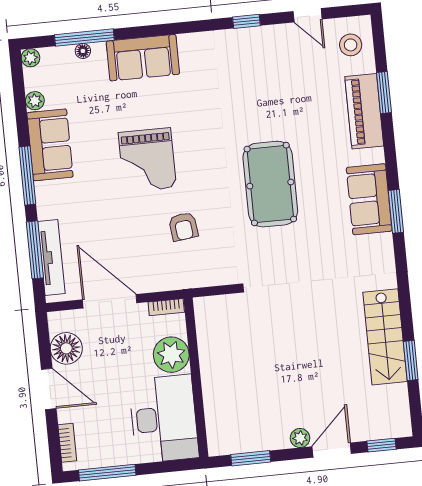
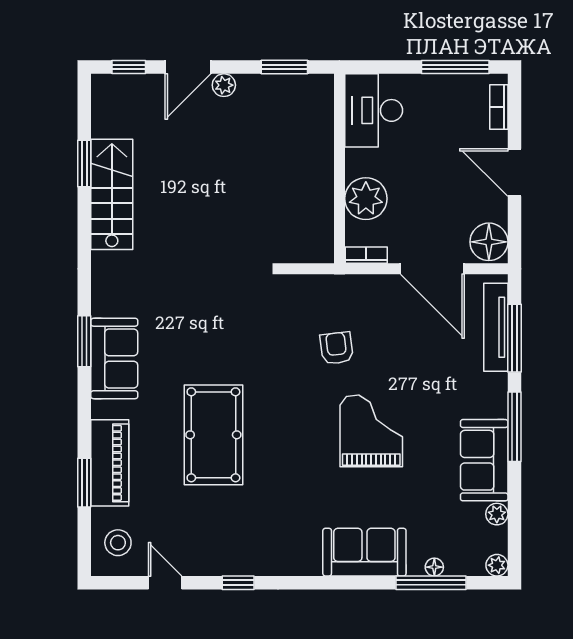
pool table: (270, 184) -> (213, 435), moved
floor lamp: (66, 348) -> (489, 242), moved
desk: (164, 419) -> (374, 110), width x0.73, depth x0.77

